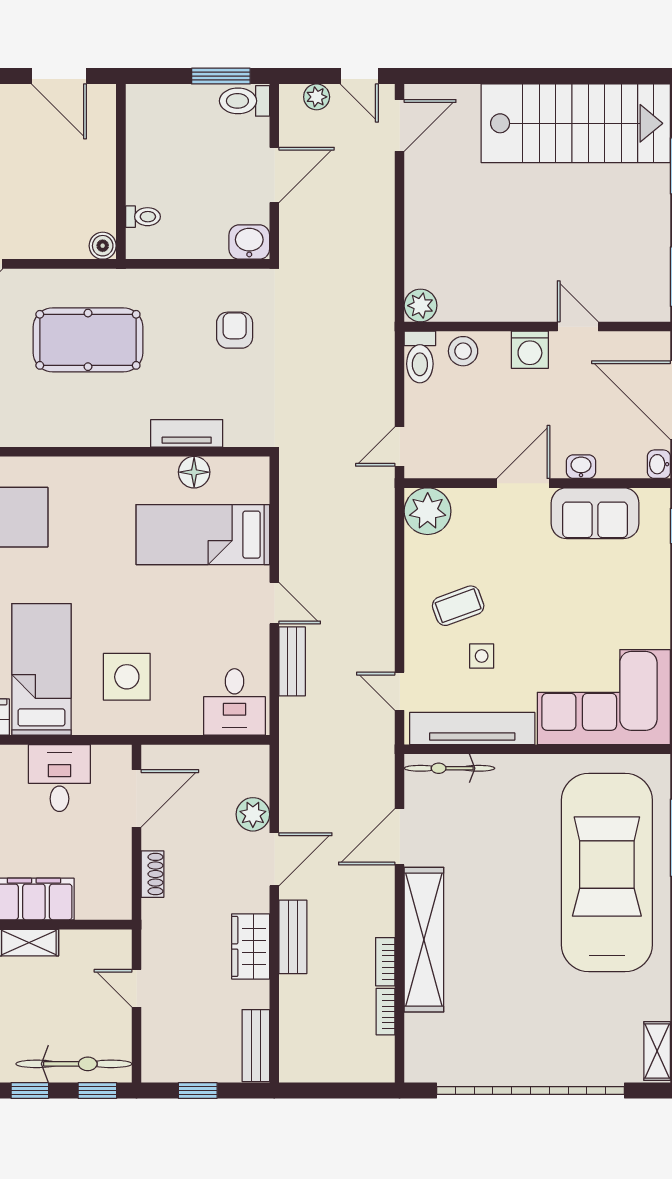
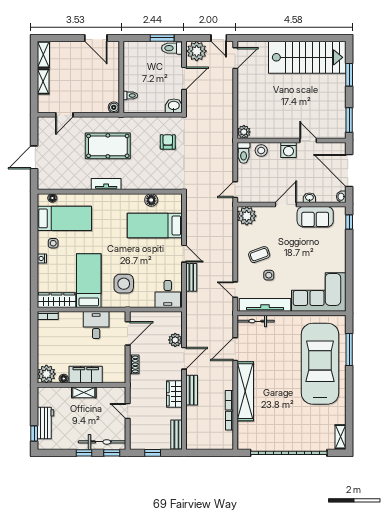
plant: (317, 97) -> (197, 51), width x1.88, depth x1.88
tv unit: (187, 433) -> (106, 184), moved

